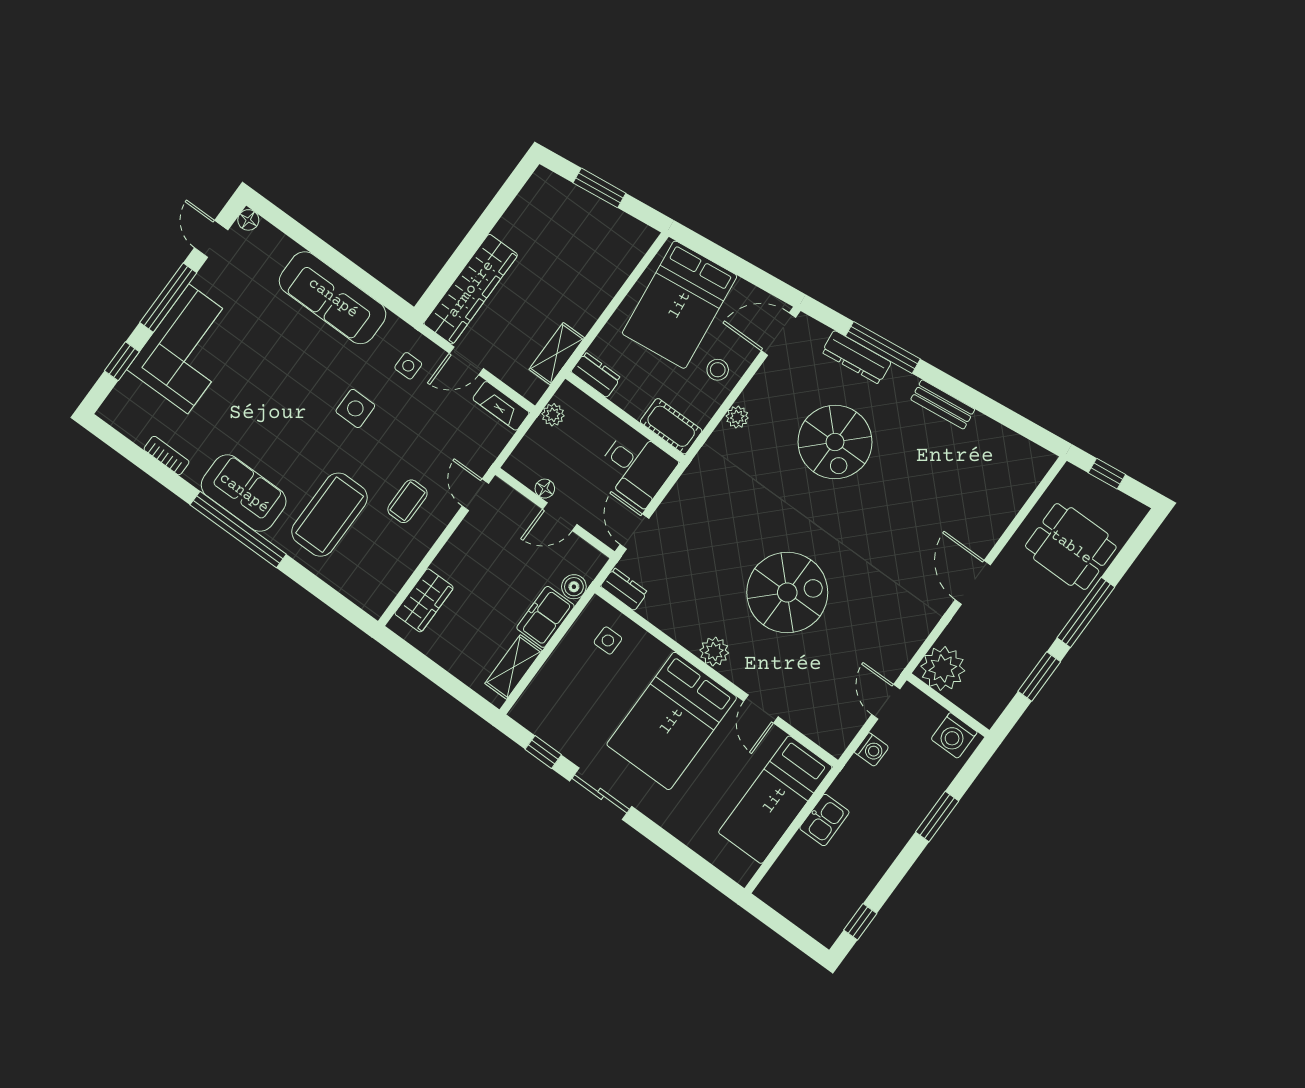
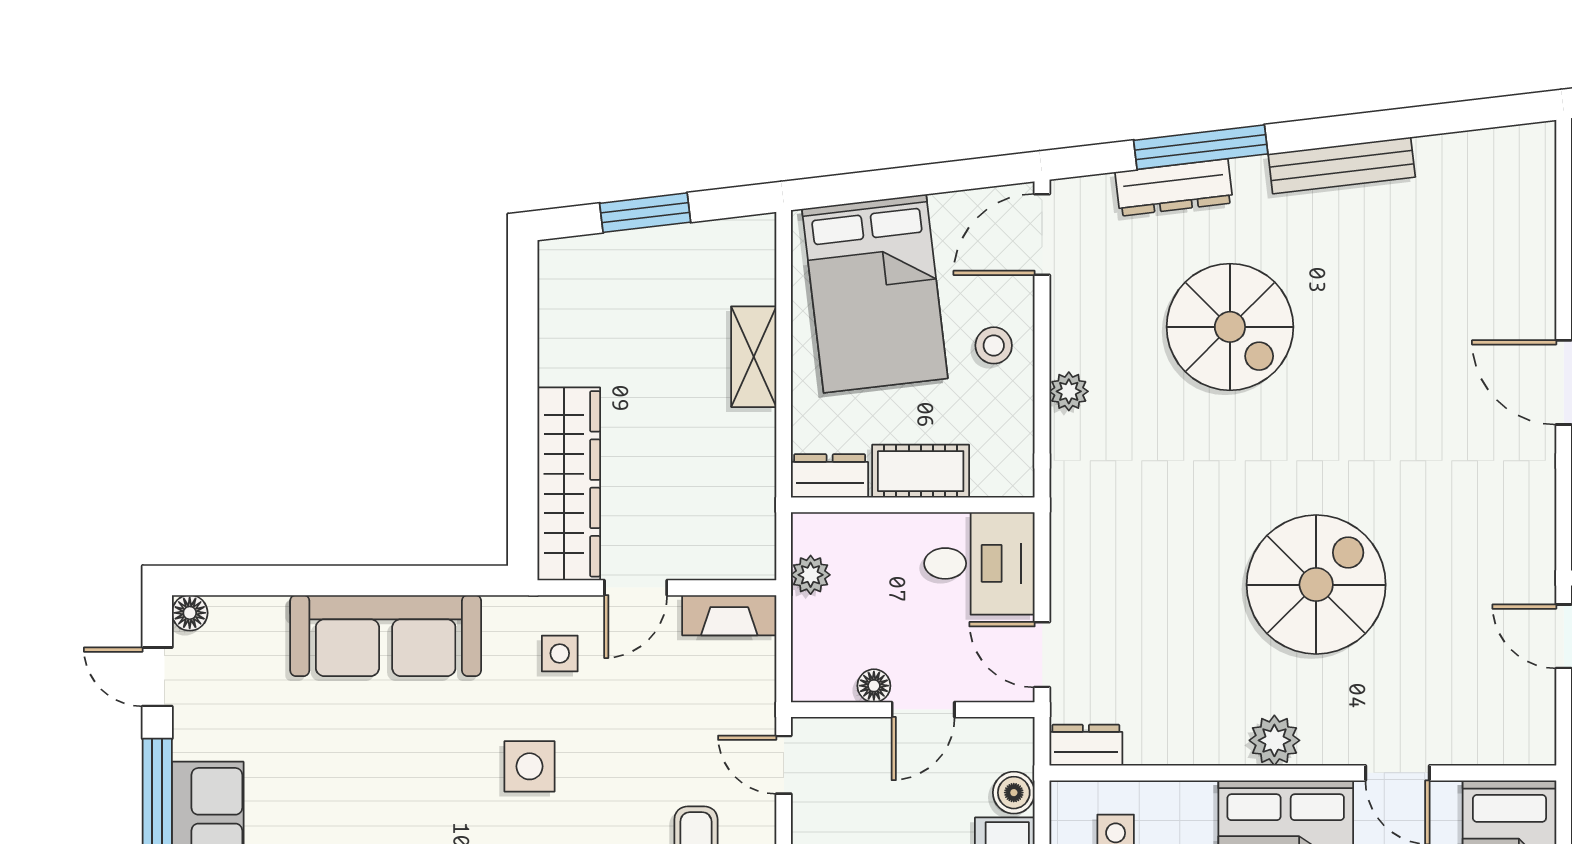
shelving: (557, 354) -> (754, 357), moved
bench: (943, 404) -> (1342, 165), width x1.36
cot: (671, 426) -> (921, 471), moved

